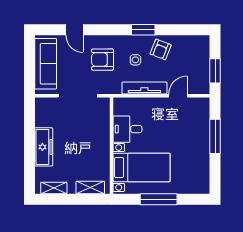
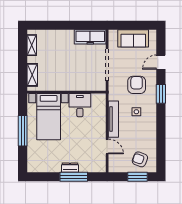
window: (143, 30) -> (161, 94), moved
armchair: (161, 49) -> (140, 159), moved
sofa: (46, 64) -> (133, 38), width x0.73
window: (215, 71) -> (137, 177), moved
dresser: (204, 141) -> (70, 168), added
freezer: (44, 147) -> (90, 37), moved

